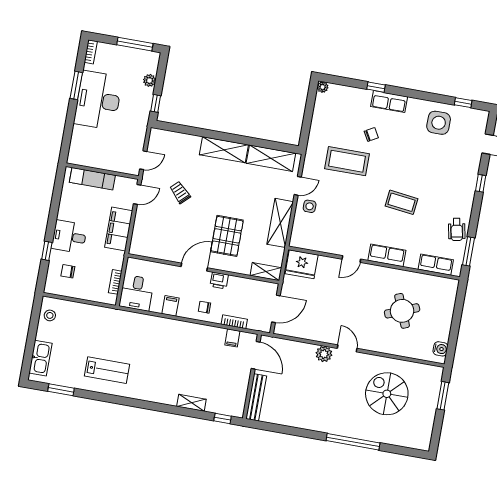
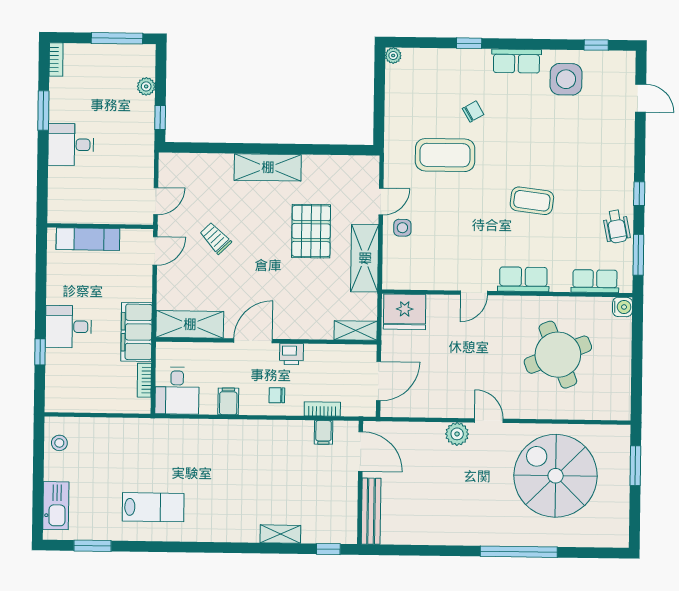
desk: (98, 100) -> (71, 145), width x0.53, depth x0.77
row of seats: (389, 102) -> (516, 61), moved
shelving: (271, 158) -> (190, 324), moved
window: (481, 183) -> (639, 194), moved
filing cabinet: (119, 229) -> (137, 332), moved
pallet: (227, 236) -> (311, 231), moved
chair: (68, 271) -> (75, 376), removed
round table: (402, 311) -> (558, 355), width x1.36, depth x1.36
water cooler: (440, 349) -> (622, 307), moved
spiral stairs: (387, 394) -> (556, 476), width x1.37, depth x1.37

